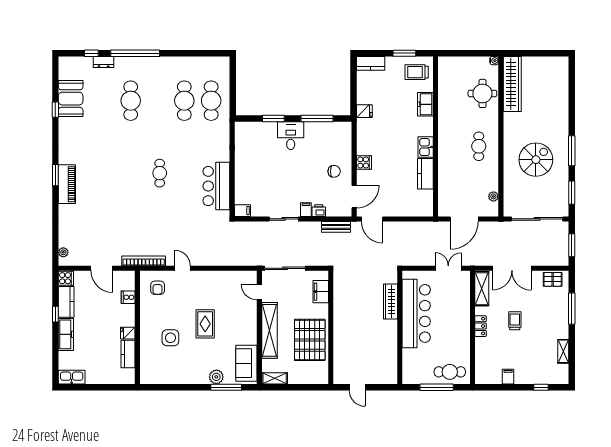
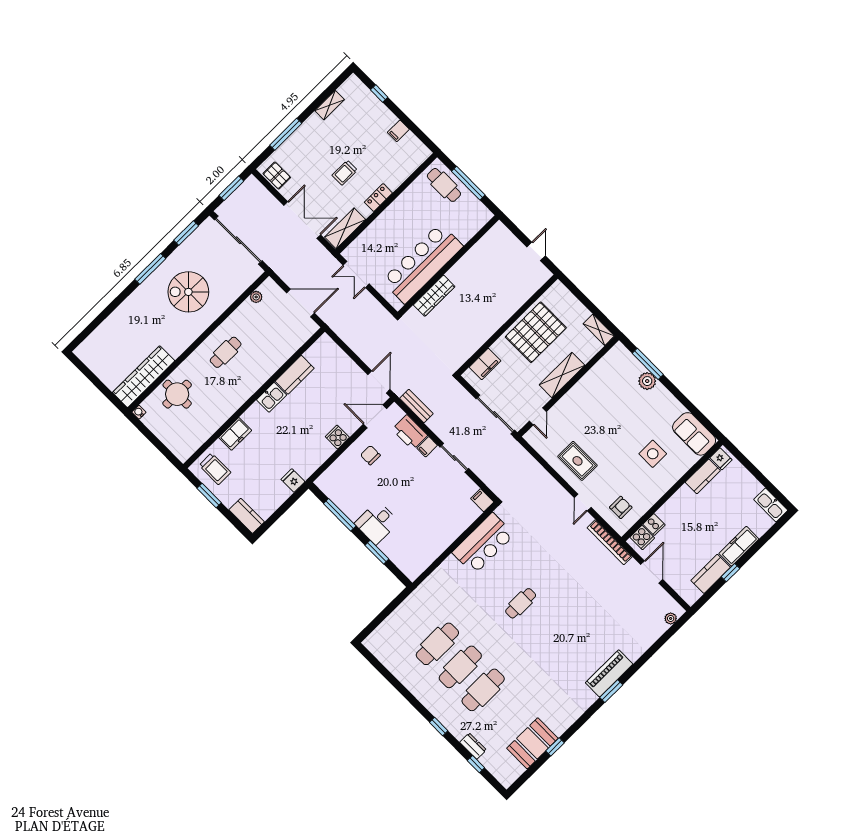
window: (135, 53) -> (439, 727), width x0.32
cafe table: (211, 101) -> (460, 667), moved
printer: (319, 211) -> (410, 432), width x1.87, depth x1.48
cooker: (66, 278) -> (642, 538), moved, turned 180
rug: (205, 324) -> (577, 461), moved, turned 90
shelving: (269, 330) -> (562, 375), width x0.68
fridge: (128, 333) -> (721, 459), moved
sofa: (246, 363) -> (694, 434), moved, turned 90

